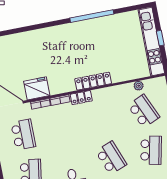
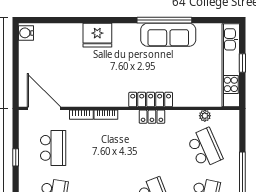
sofa: (97, 27) -> (168, 35), added
fridge: (37, 88) -> (97, 35), moved, turned 180
locker: (81, 98) -> (152, 117), moved

